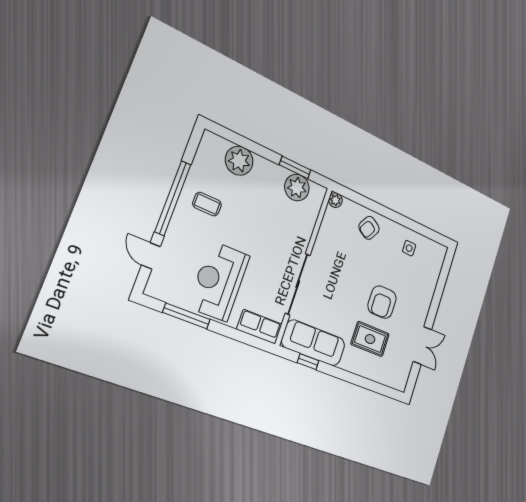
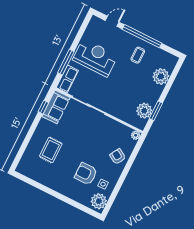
plant: (432, 253) -> (99, 201), added
armchair: (382, 302) -> (86, 174), moved
window: (186, 316) -> (66, 62), moved
sofa: (313, 343) -> (56, 107), width x0.73
double door: (422, 345) -> (42, 187), removed

